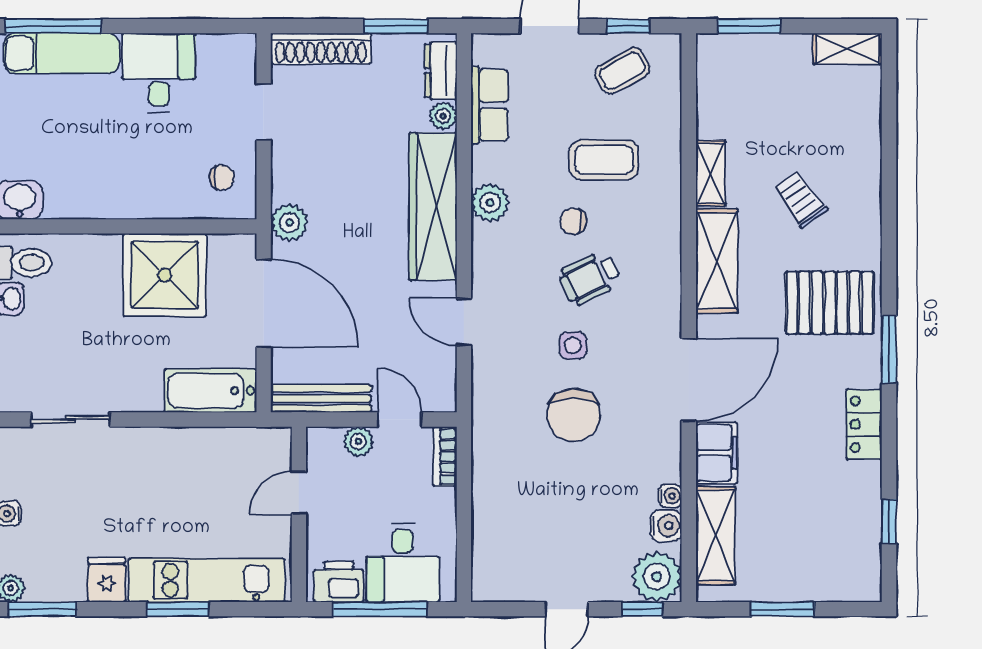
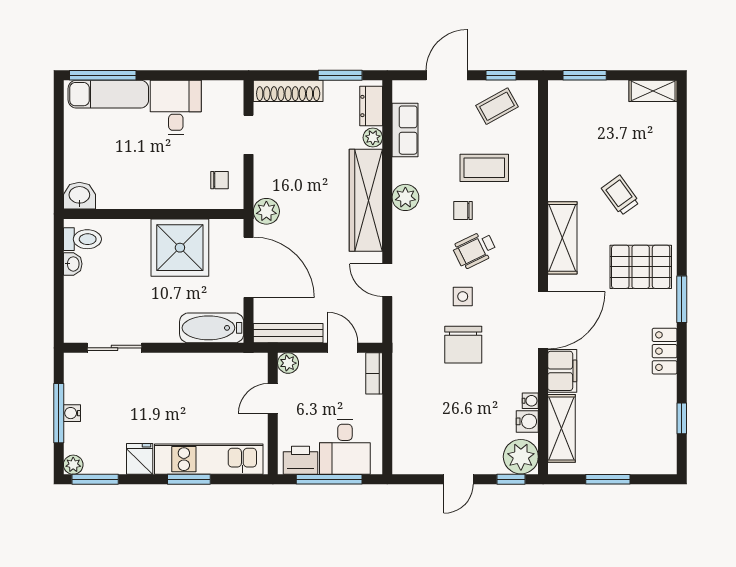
shelving: (711, 173) -> (558, 177), removed
plant: (358, 442) -> (288, 363), moved

